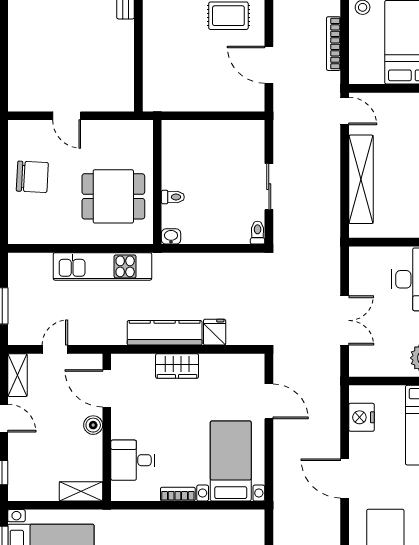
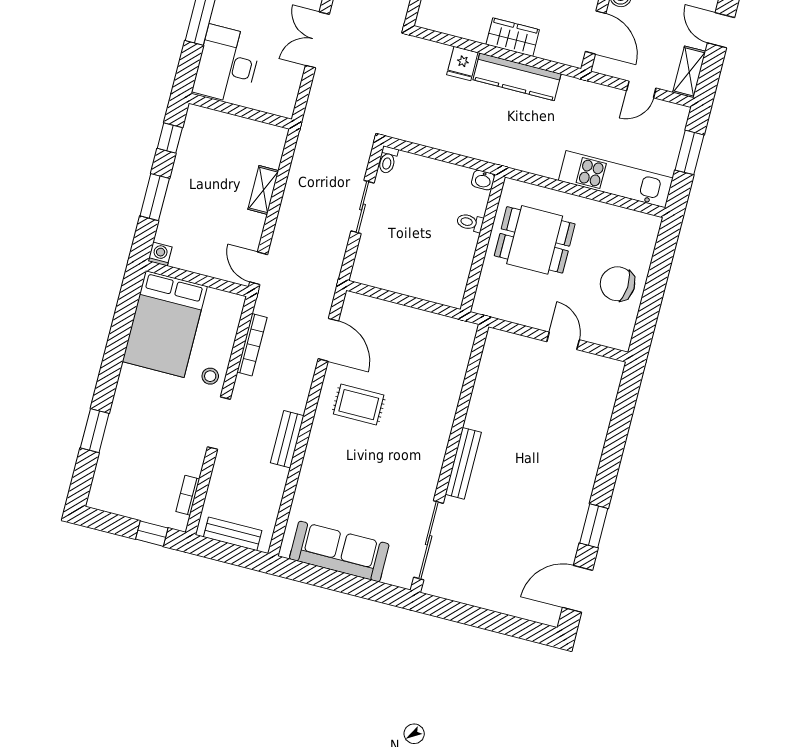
shelving: (361, 179) -> (263, 190), width x0.45, depth x0.75
kitchen unit: (102, 266) -> (616, 179), moved

